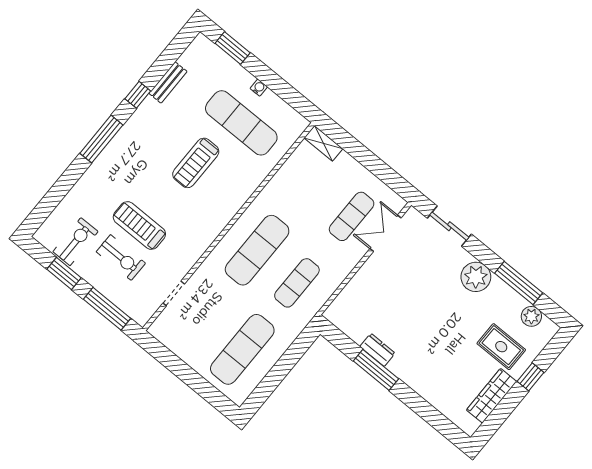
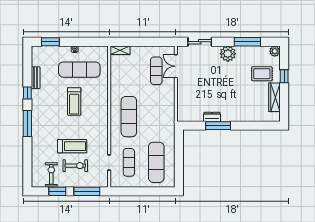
treadmill: (139, 226) -> (72, 146), turned 180
exercise mat: (297, 283) -> (129, 162), moved
plant: (531, 316) -> (275, 51), moved

